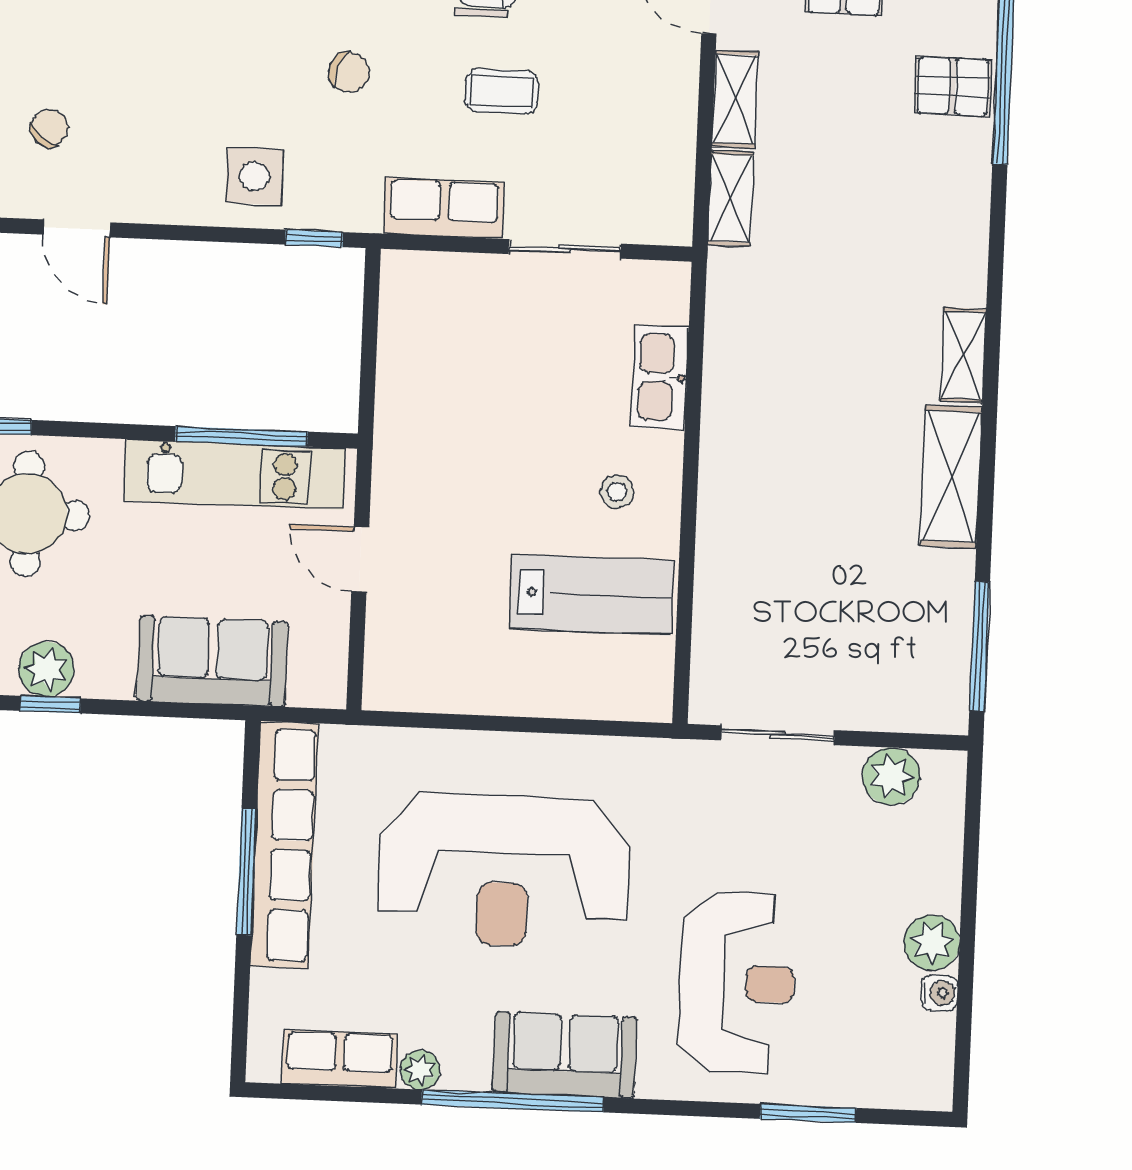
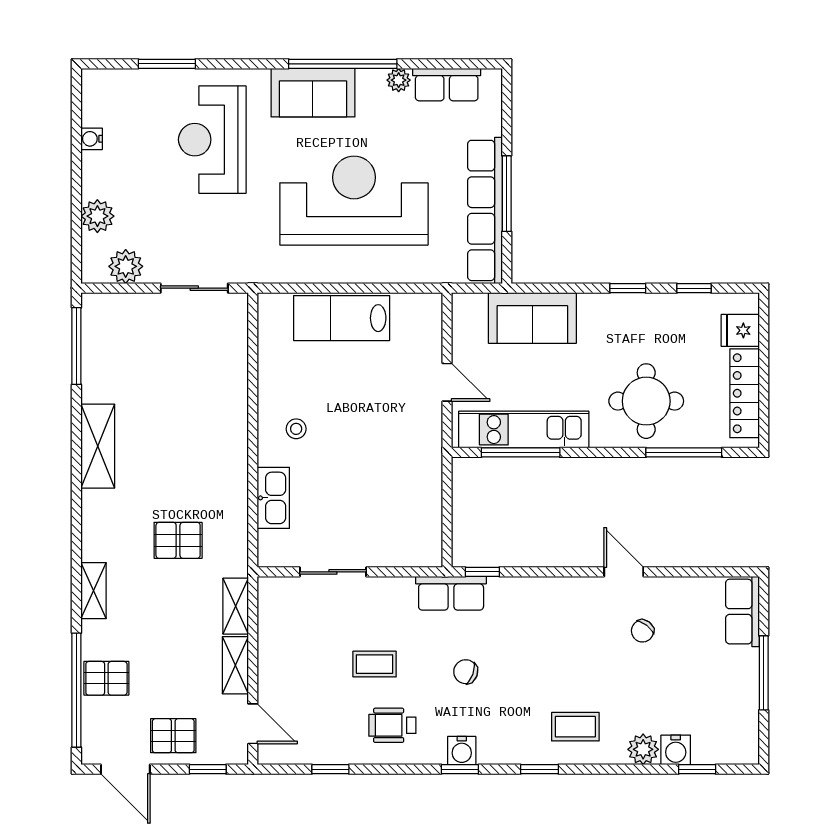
side table: (254, 176) -> (519, 607), removed
row of seats: (444, 208) -> (451, 593), moved
pallet: (823, 313) -> (178, 540), added
shelving: (963, 355) -> (94, 591), moved
lab bench: (591, 595) -> (342, 318), moved
plant: (46, 669) -> (631, 309), removed
plant: (932, 943) -> (97, 216), moved

